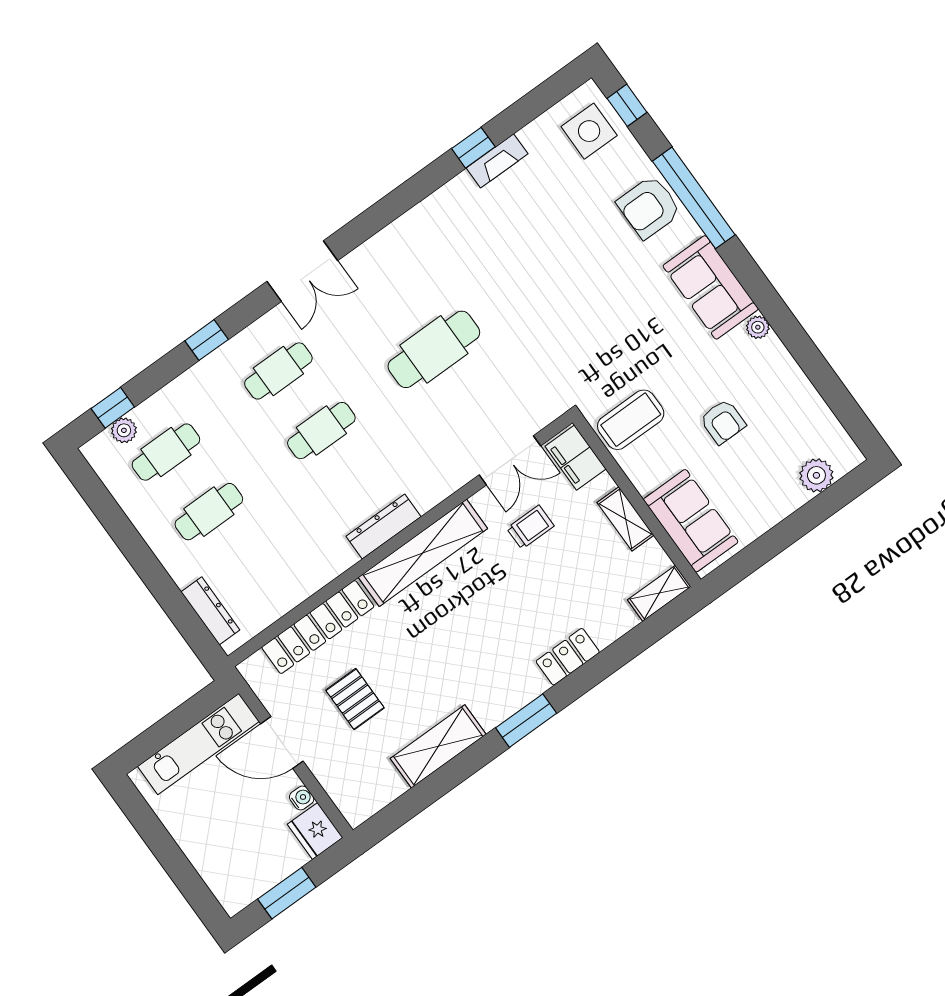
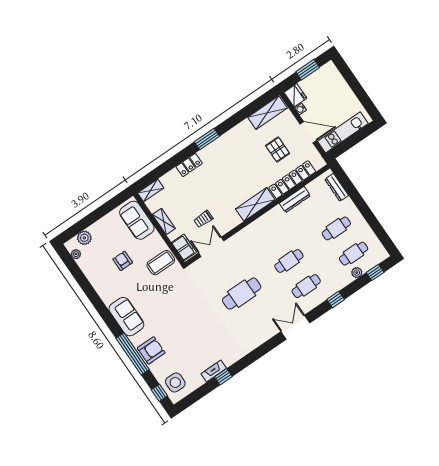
plant: (758, 327) -> (76, 254), moved
plant: (124, 430) -> (357, 273), moved
dresser: (384, 527) -> (295, 200), moved
shelving: (423, 553) -> (255, 204), width x0.68
shelving: (438, 746) -> (267, 113), moved

